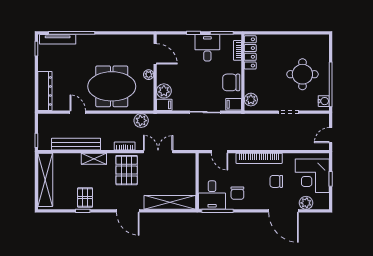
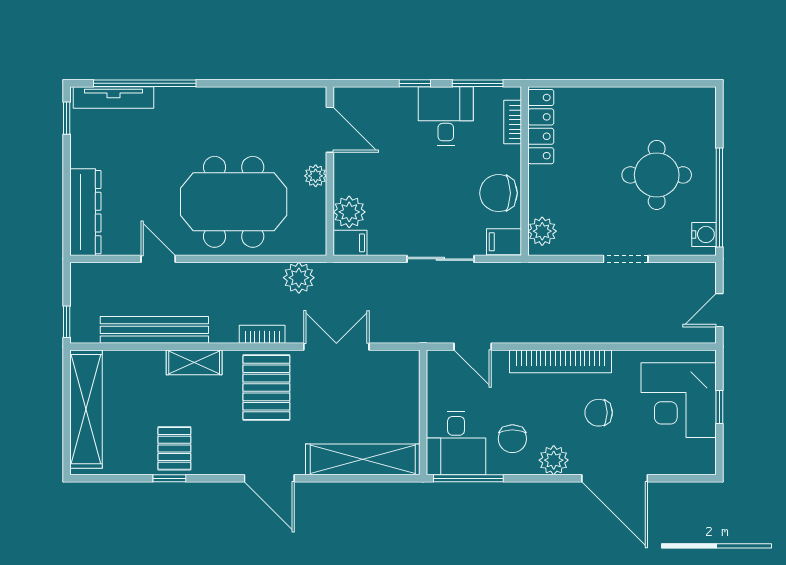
plant: (306, 203) -> (554, 460), moved

